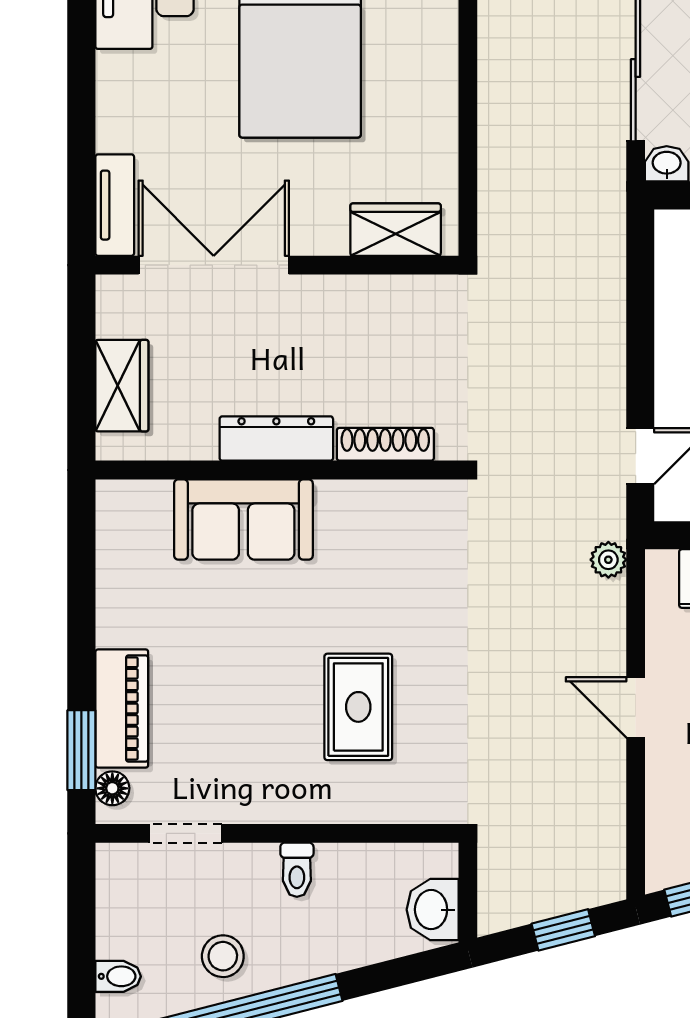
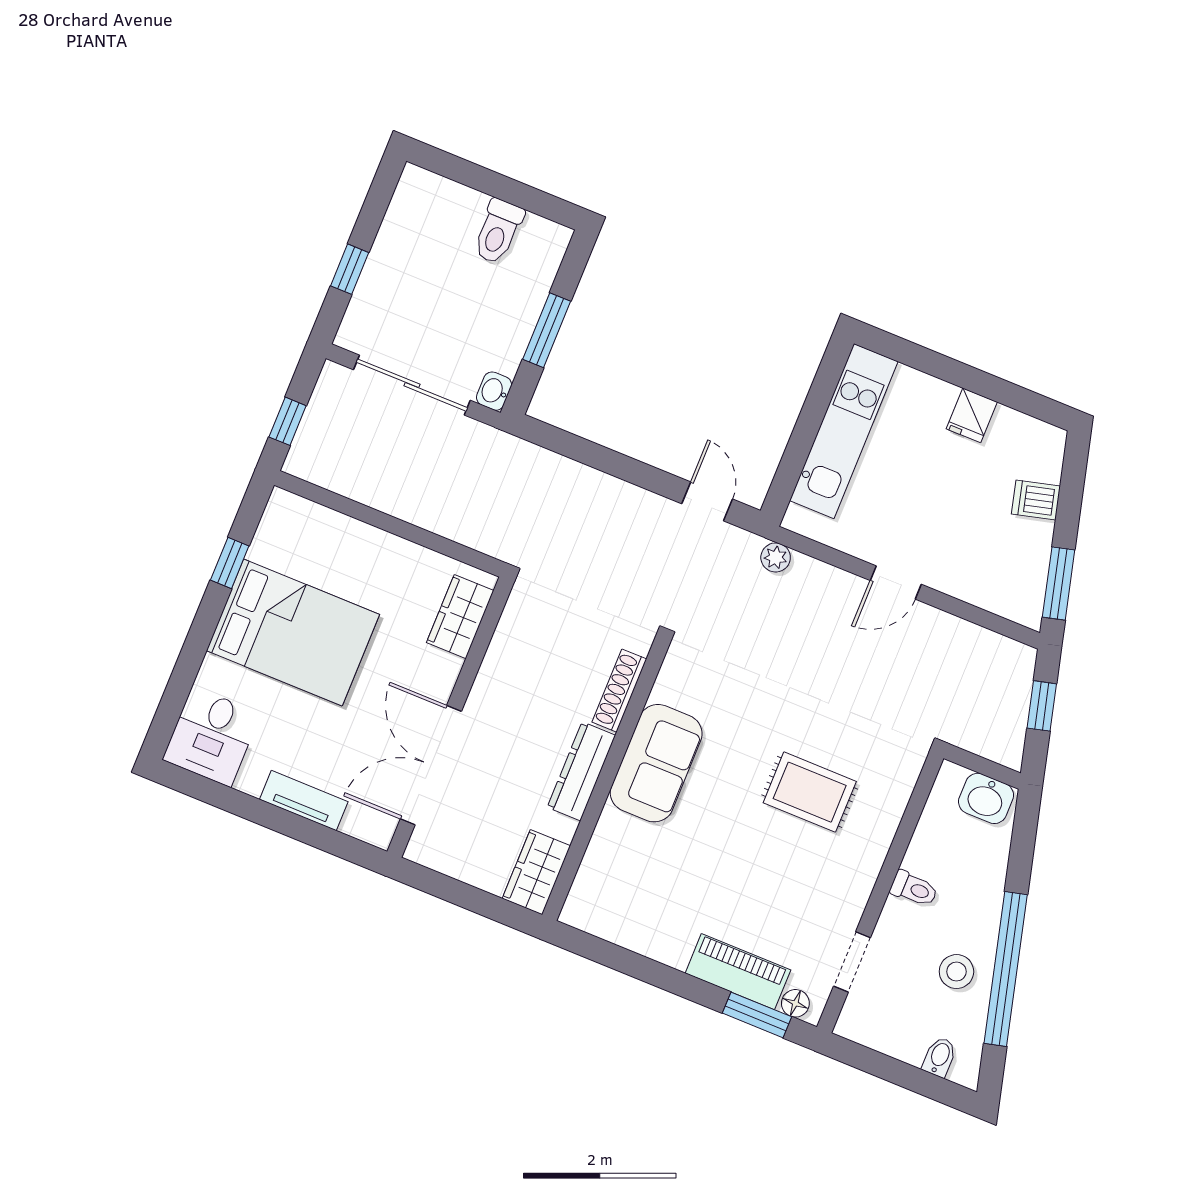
tv unit: (115, 205) -> (304, 801), moved
wardrobe: (122, 386) -> (536, 872), moved, turned -90
sofa: (243, 519) -> (656, 763), moved

